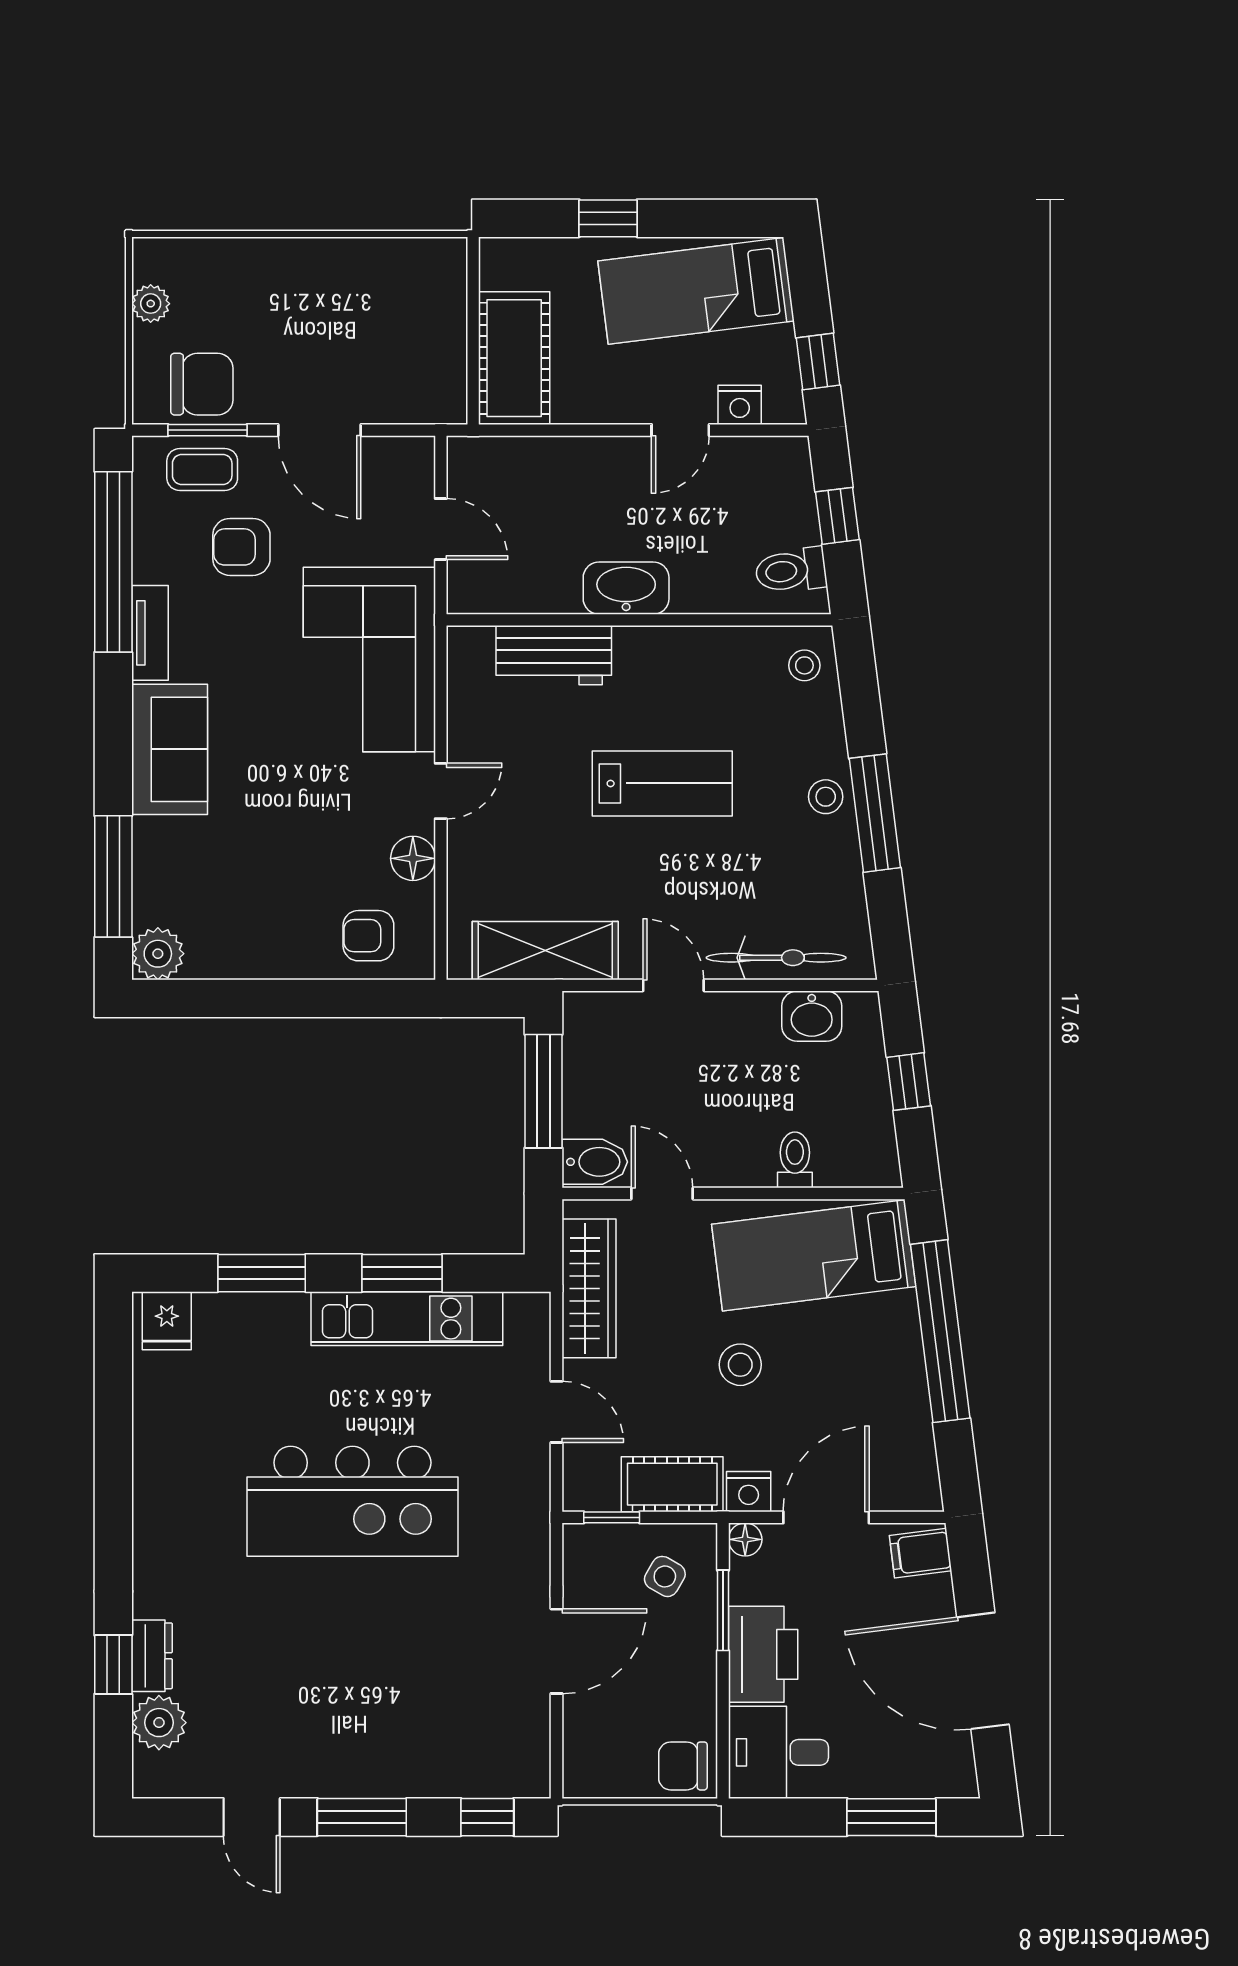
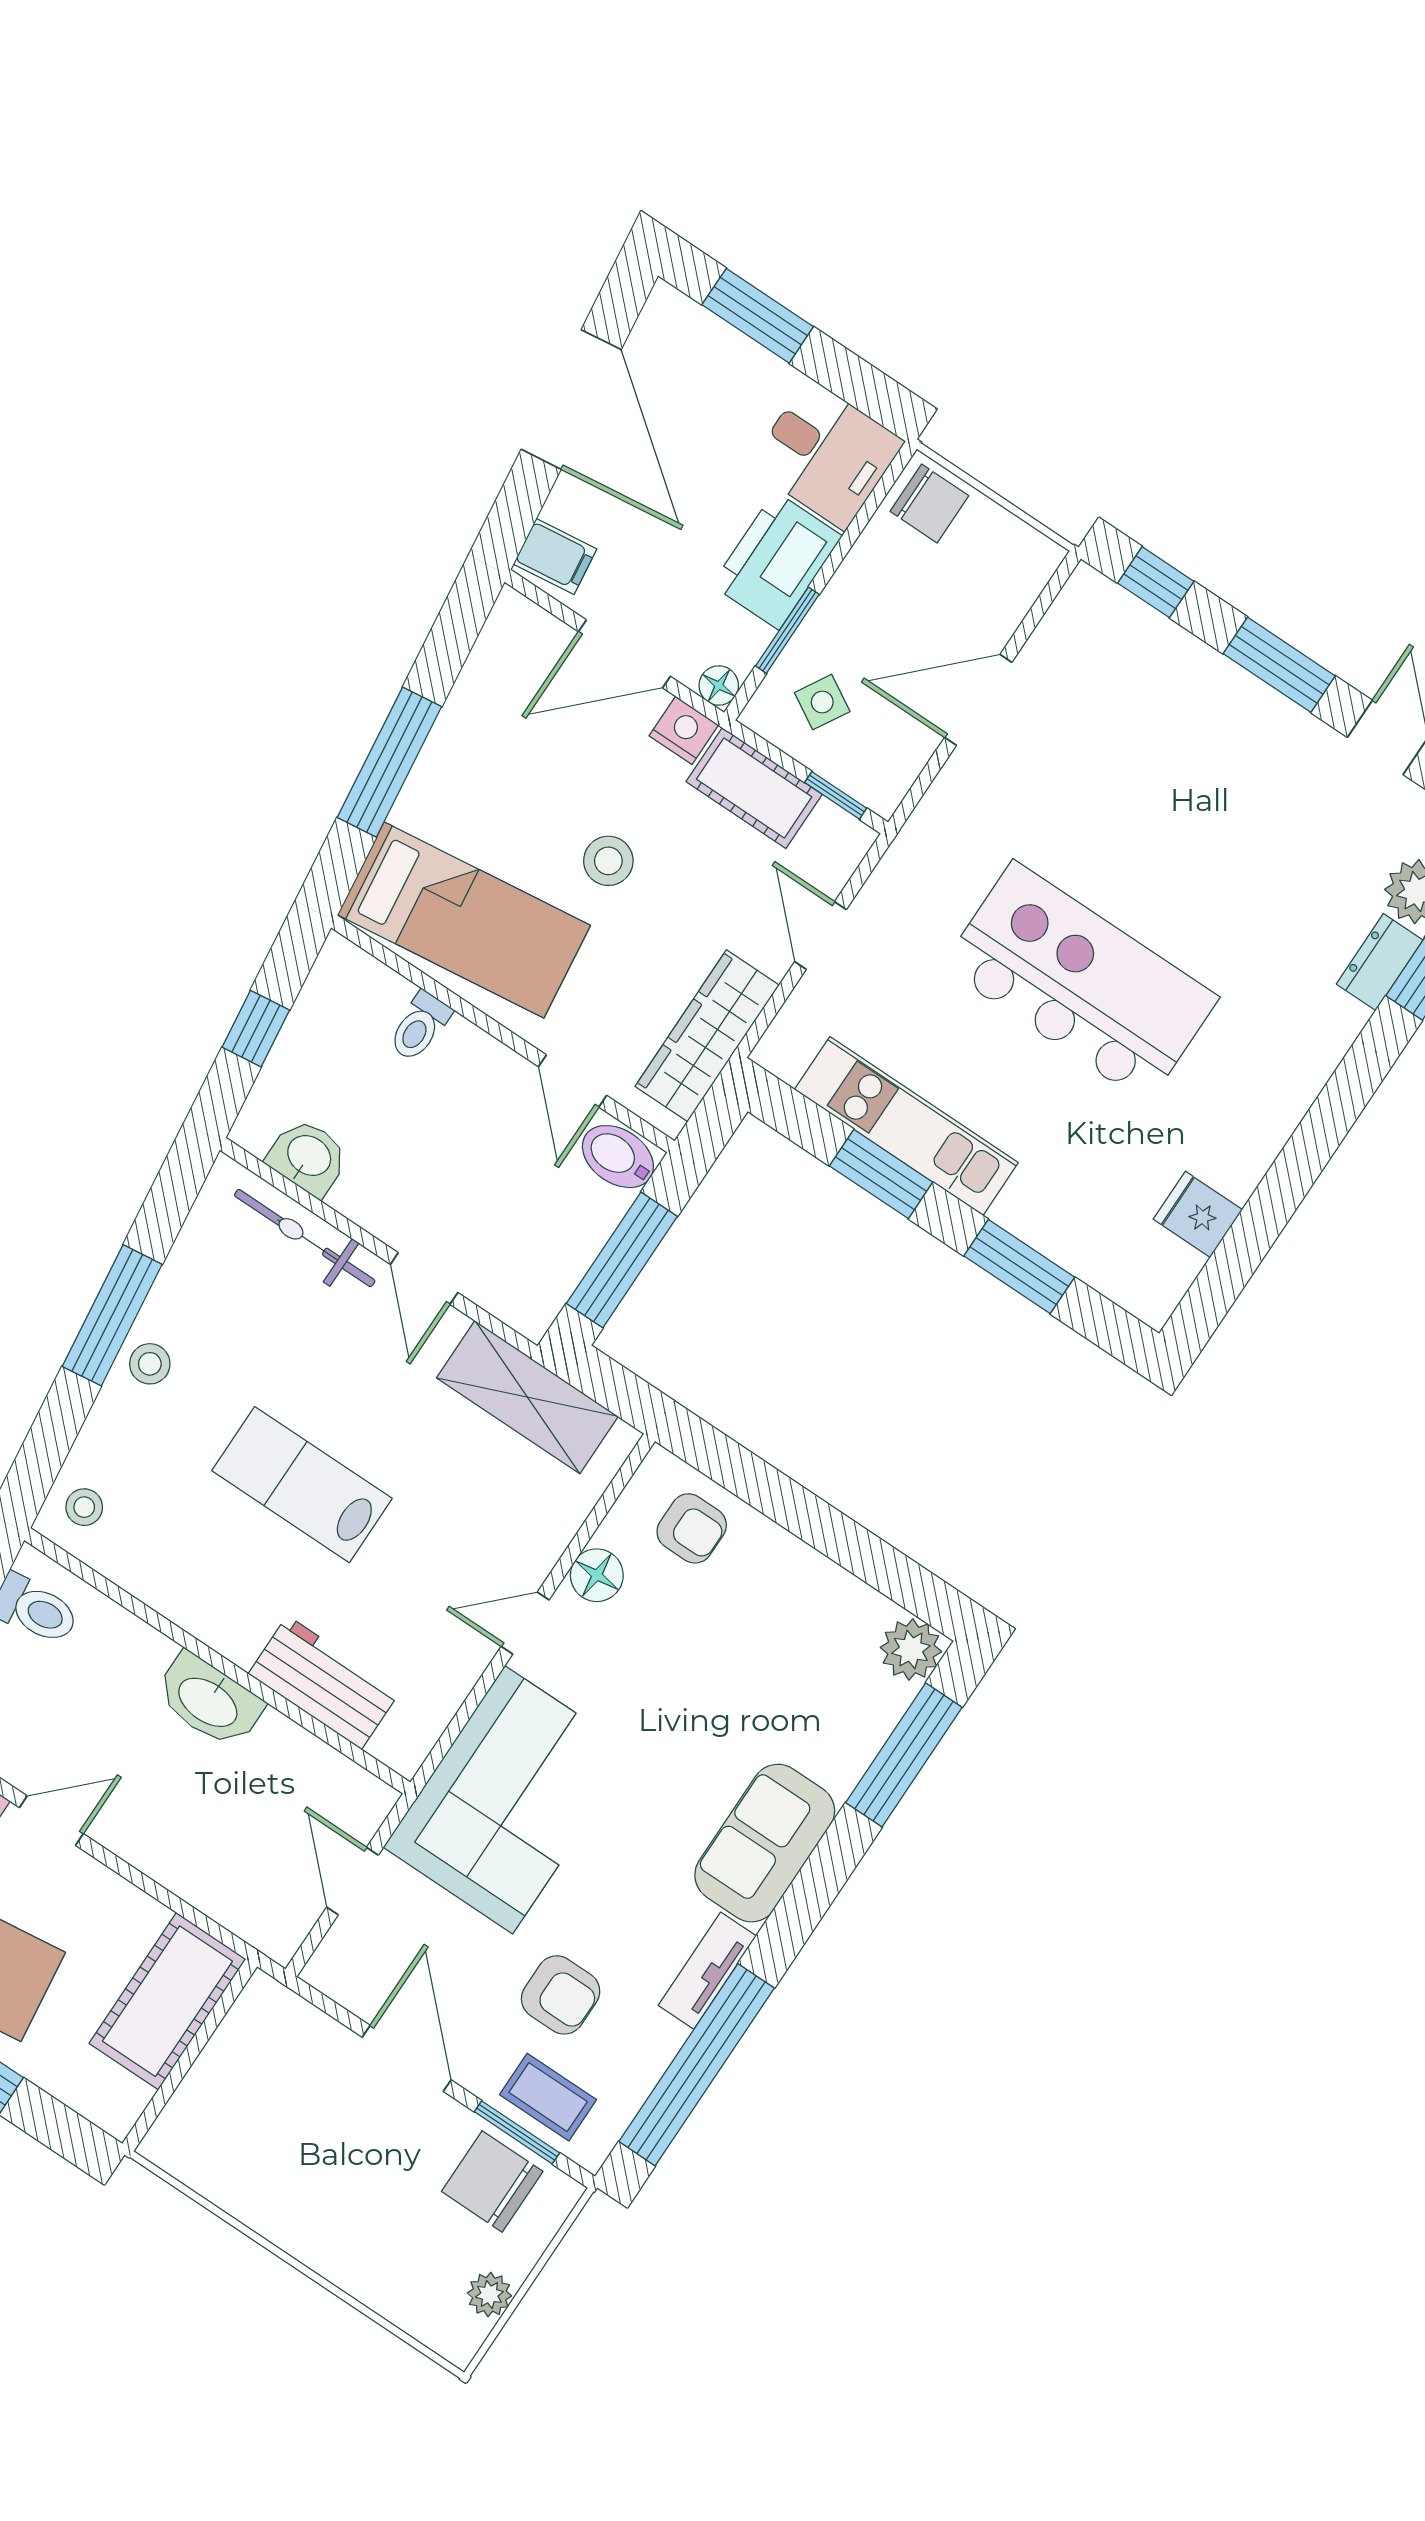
fridge: (167, 1321) -> (1198, 1214), moved, turned -90
window: (940, 1331) -> (389, 762), width x0.68

